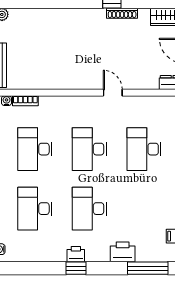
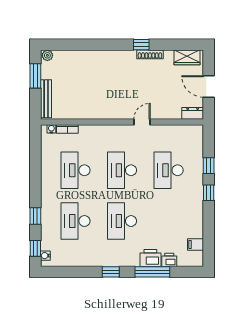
door: (113, 93) -> (142, 122), hinge flipped
printer: (76, 254) -> (169, 260), moved
window: (148, 268) -> (152, 272), moved

